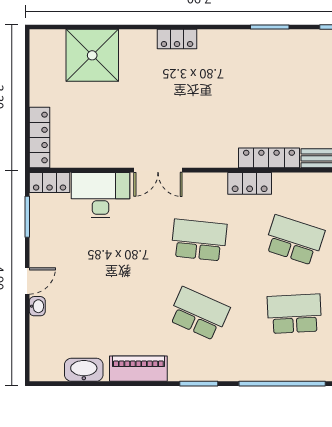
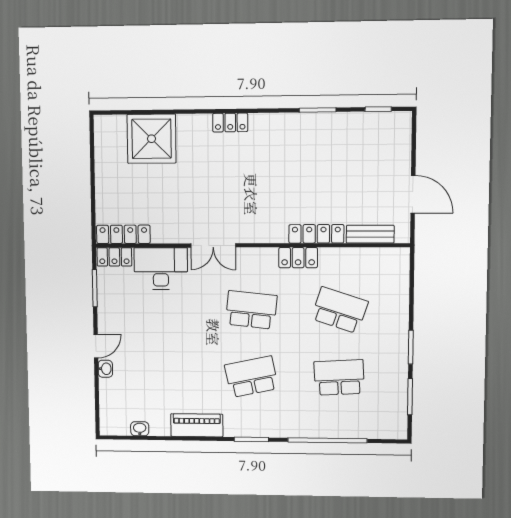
locker: (40, 137) -> (123, 234), moved, turned -90
school desk: (199, 314) -> (251, 377), turned -36
washbasin: (84, 370) -> (140, 429), width x0.52, depth x0.69

